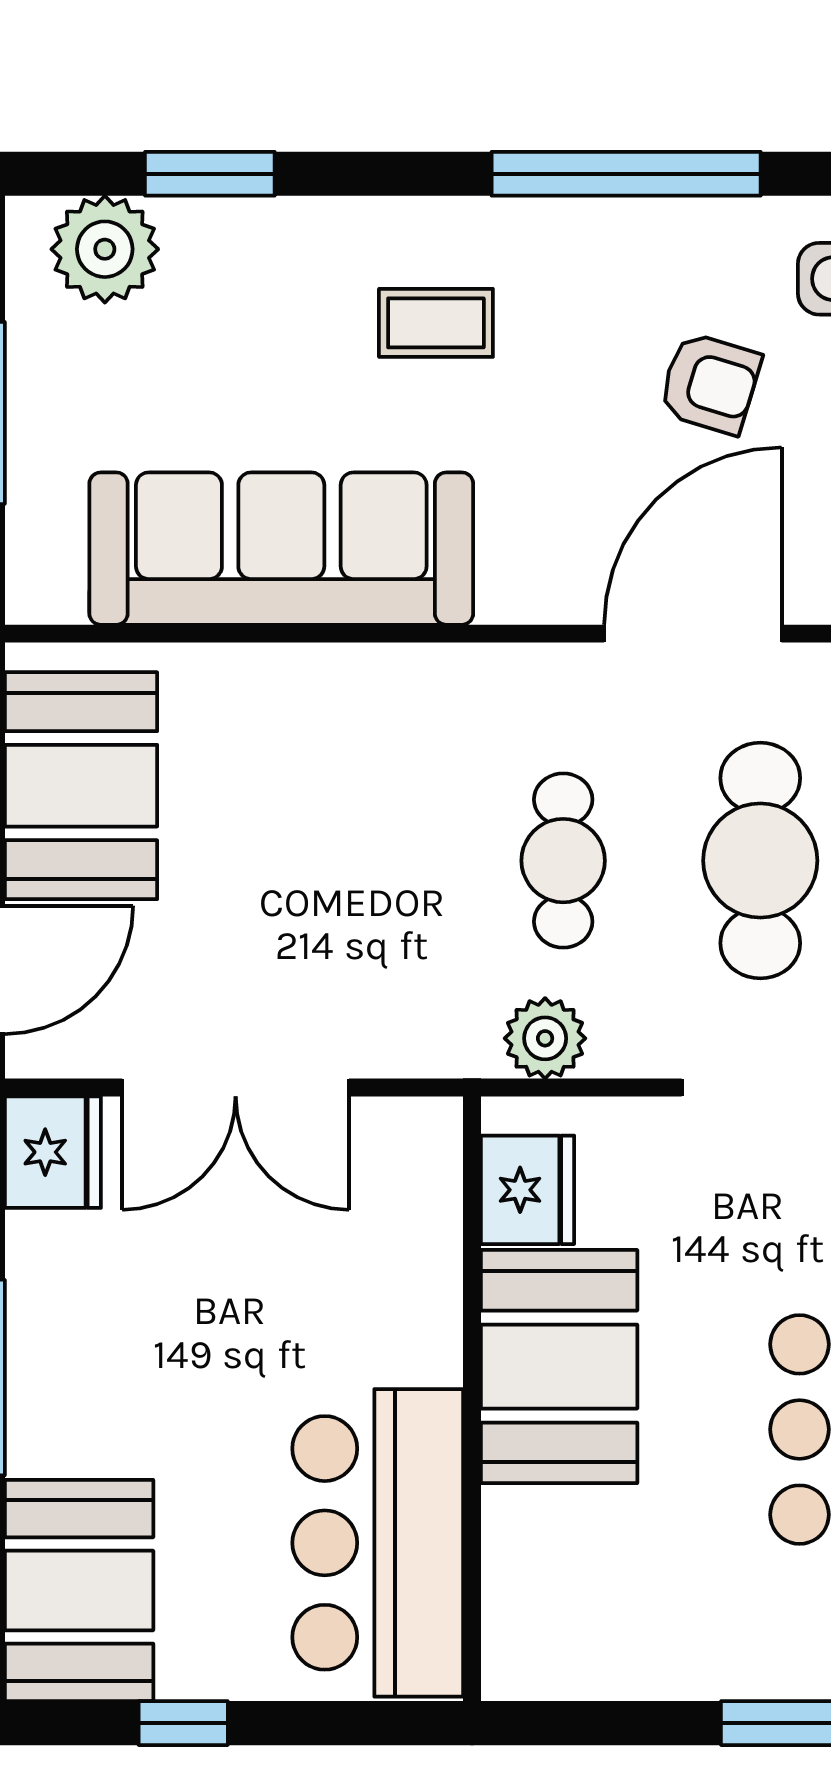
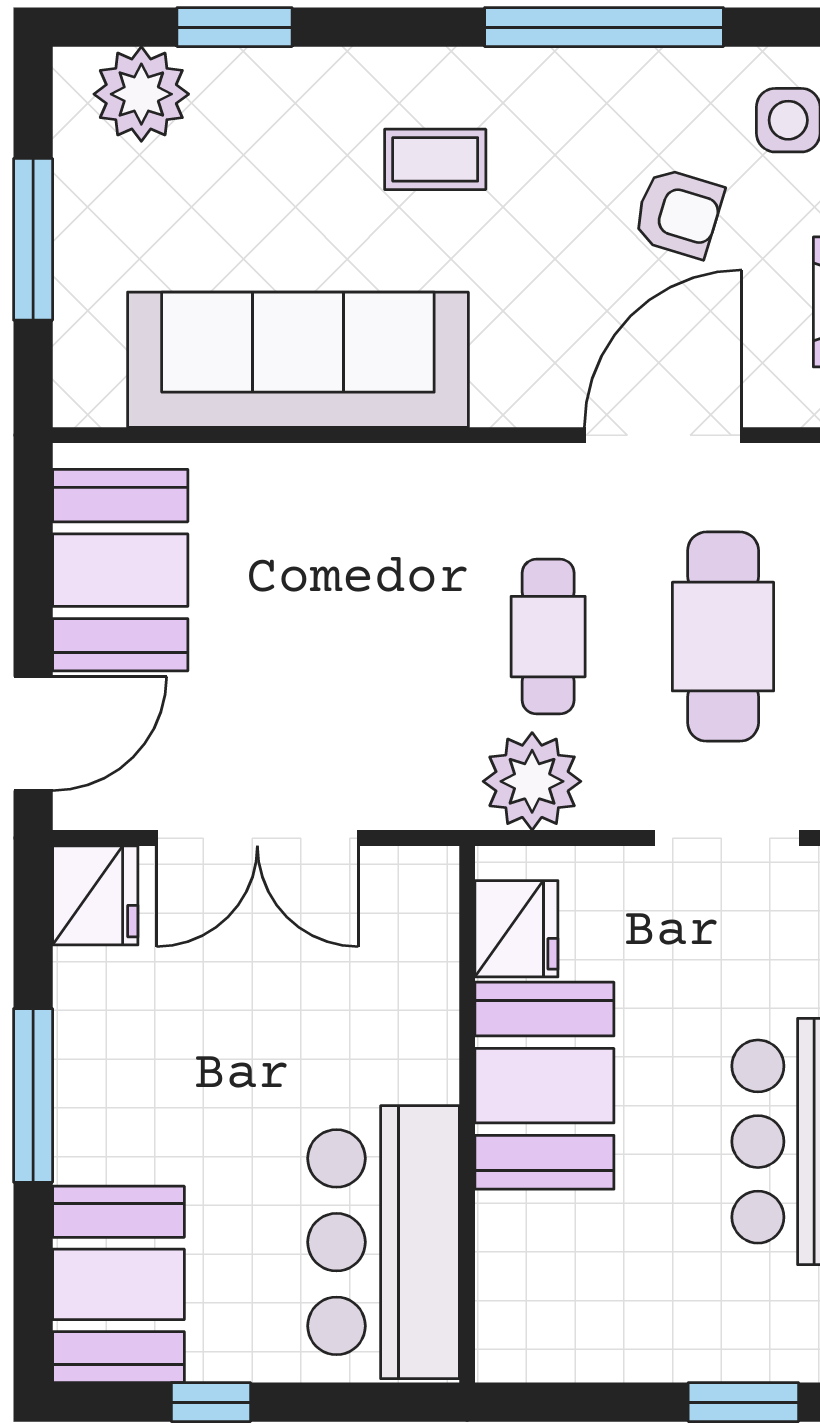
plant: (545, 1038) -> (532, 781), width x1.36, depth x1.36

